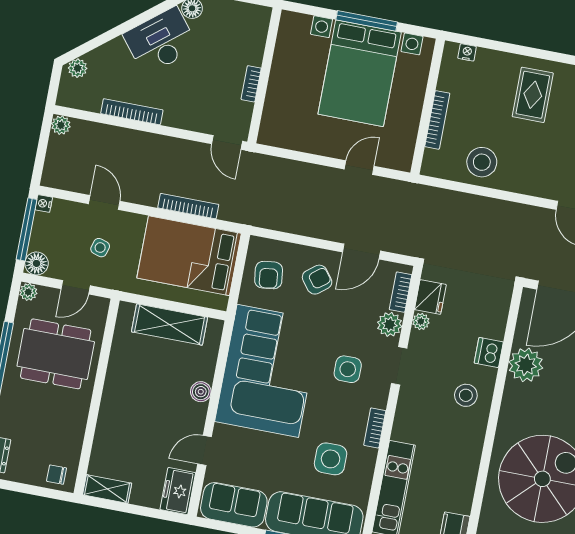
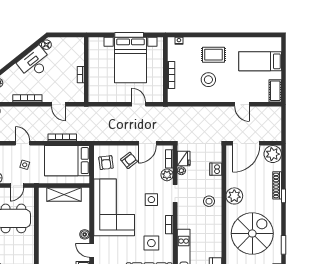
rug: (533, 95) -> (213, 55), turned 90
door: (227, 142) -> (58, 104), moved
stool: (482, 162) -> (208, 80), moved
door: (359, 168) -> (139, 104), hinge flipped
dishwasher: (489, 352) -> (216, 169), moved
plant: (526, 365) -> (234, 196), moved
boiler: (201, 392) -> (85, 234), moved
door: (205, 450) -> (92, 250), hinge flipped

